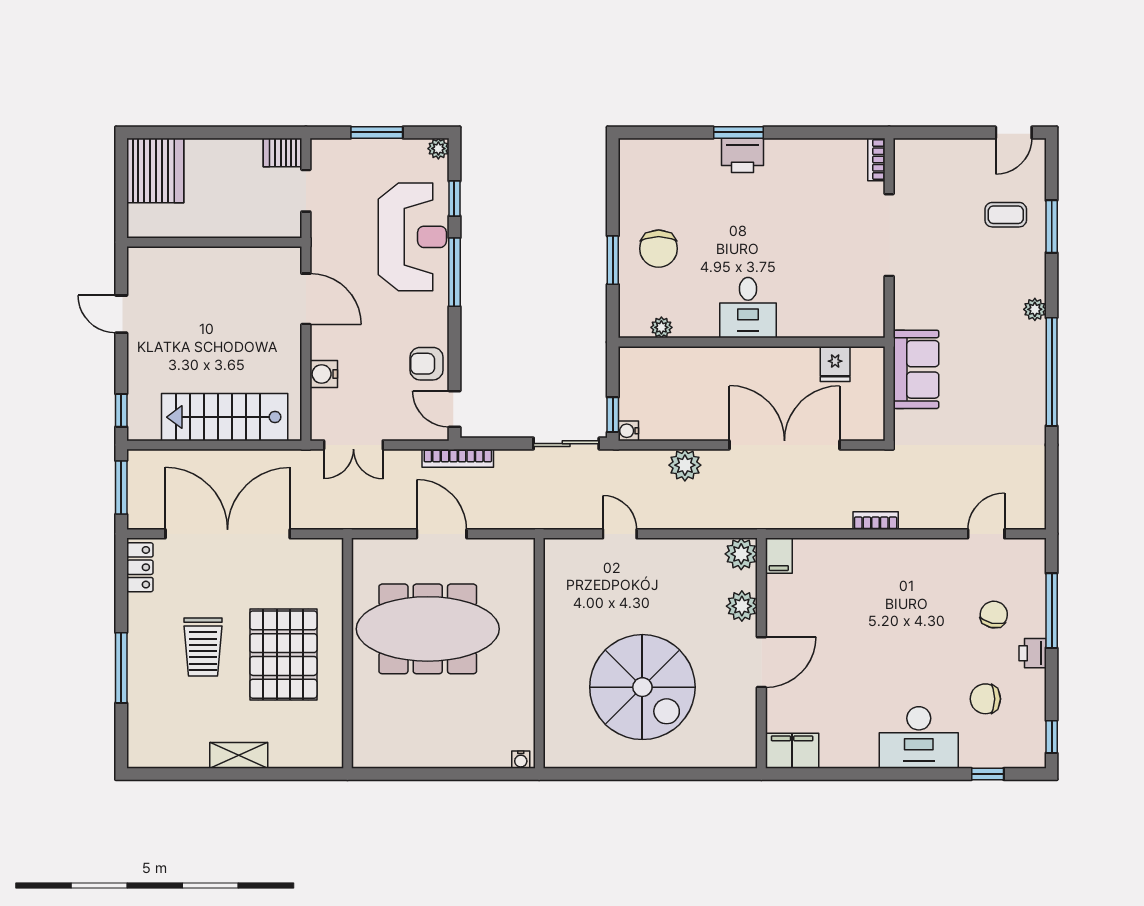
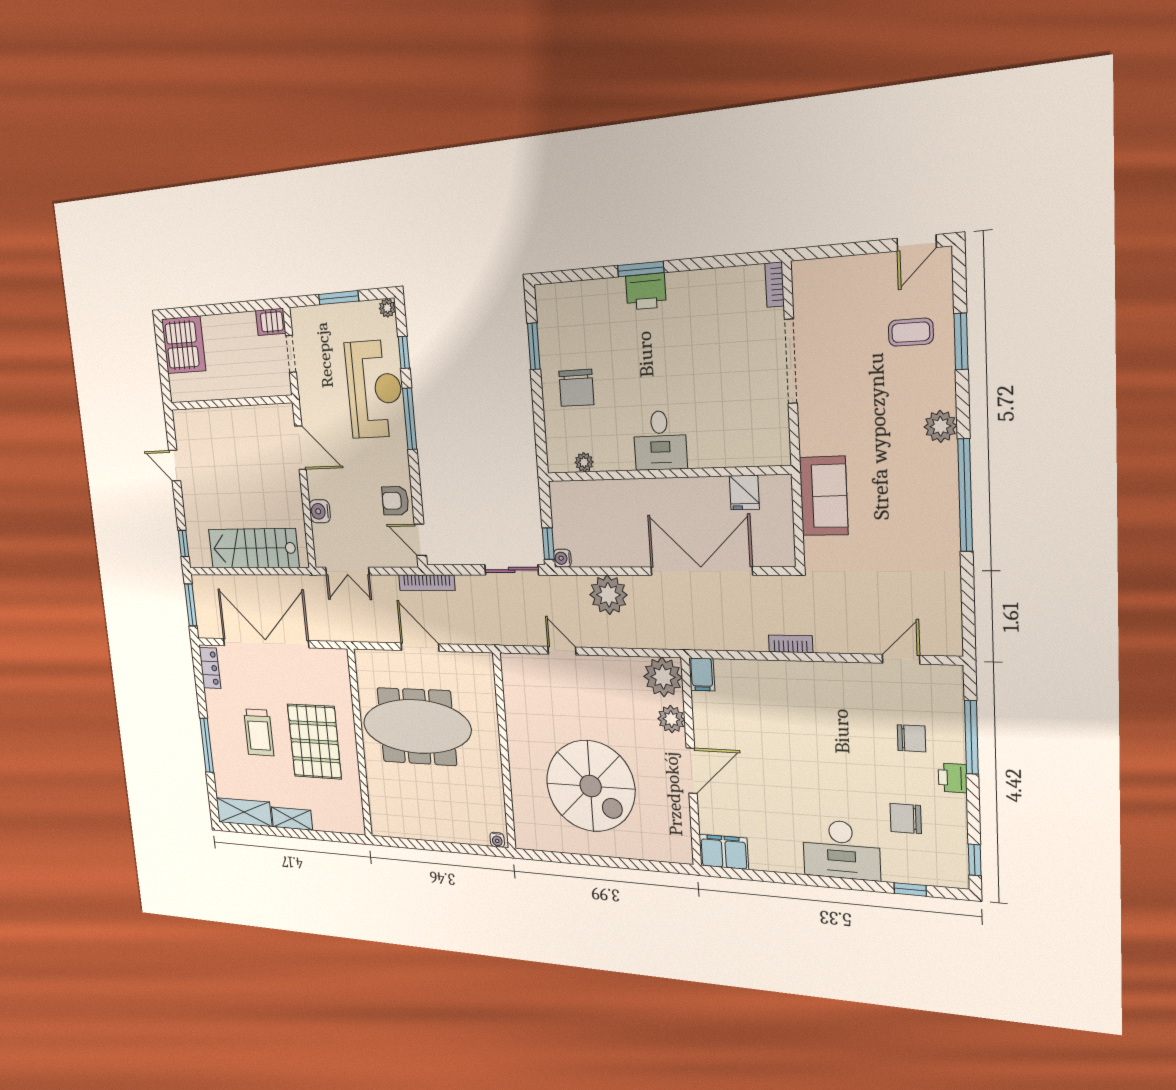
window: (613, 260) -> (534, 346), moved
plant: (1035, 309) -> (940, 426), width x1.38, depth x1.38
plant: (685, 465) -> (608, 595), width x1.36, depth x1.36
plant: (741, 554) -> (663, 677), width x1.36, depth x1.36
chair: (994, 615) -> (911, 738), turned 78
shelving: (167, 752) -> (244, 812), added

